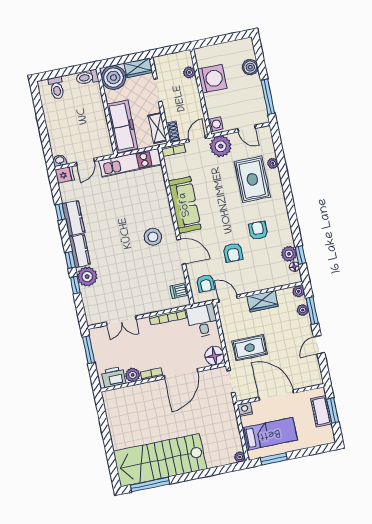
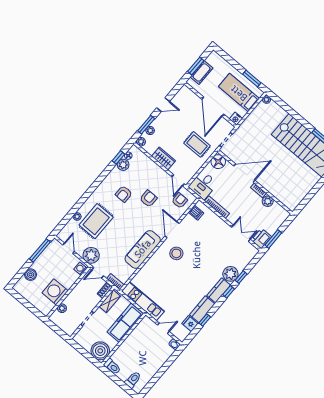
wardrobe: (138, 68) -> (83, 341), removed
fridge: (65, 175) -> (190, 324), moved
printer: (114, 377) -> (261, 238), moved, turned 90

